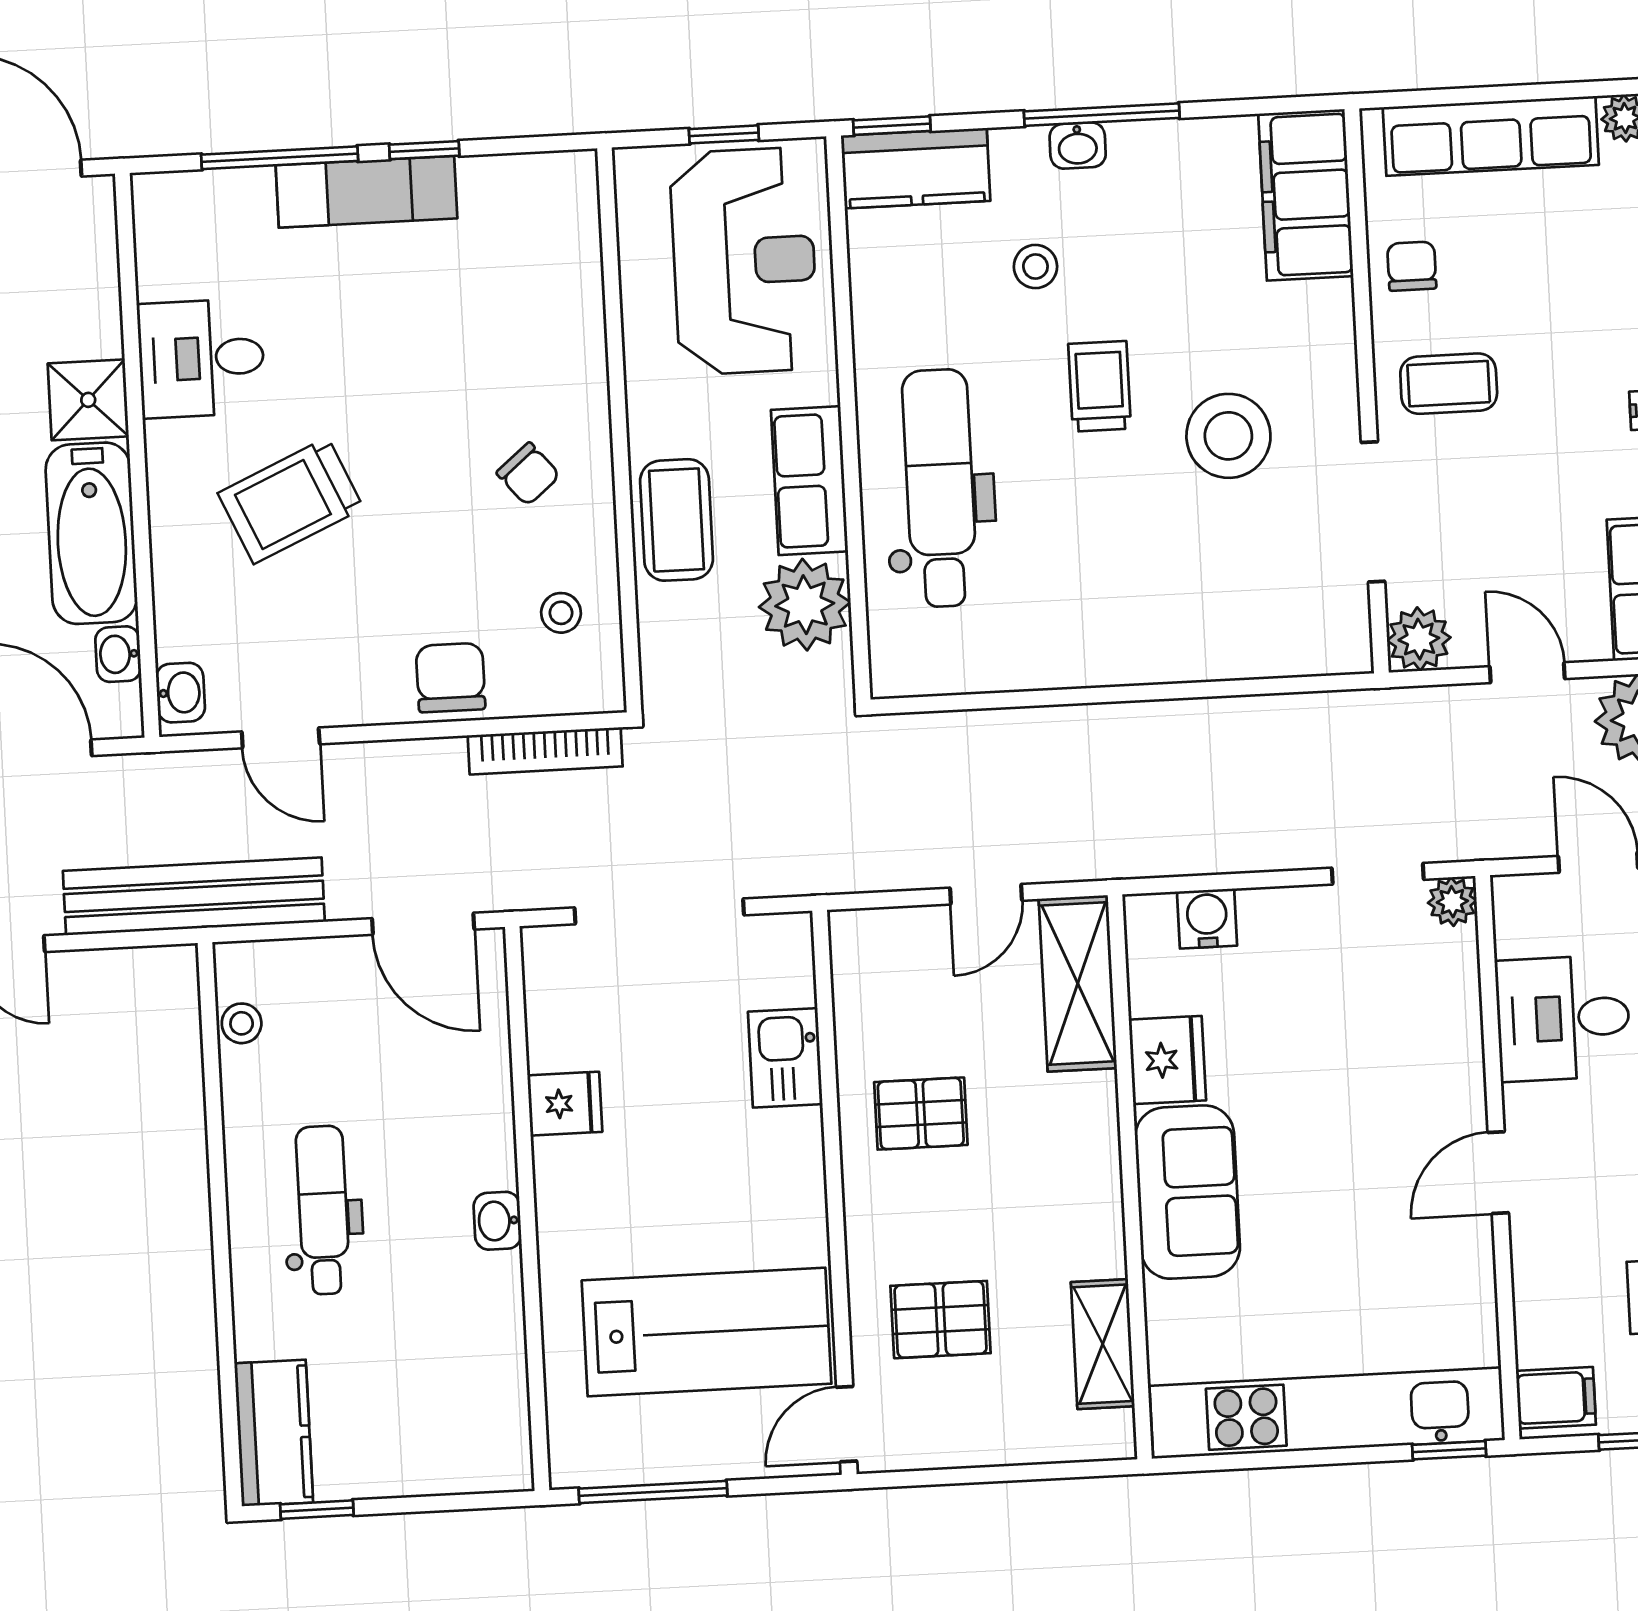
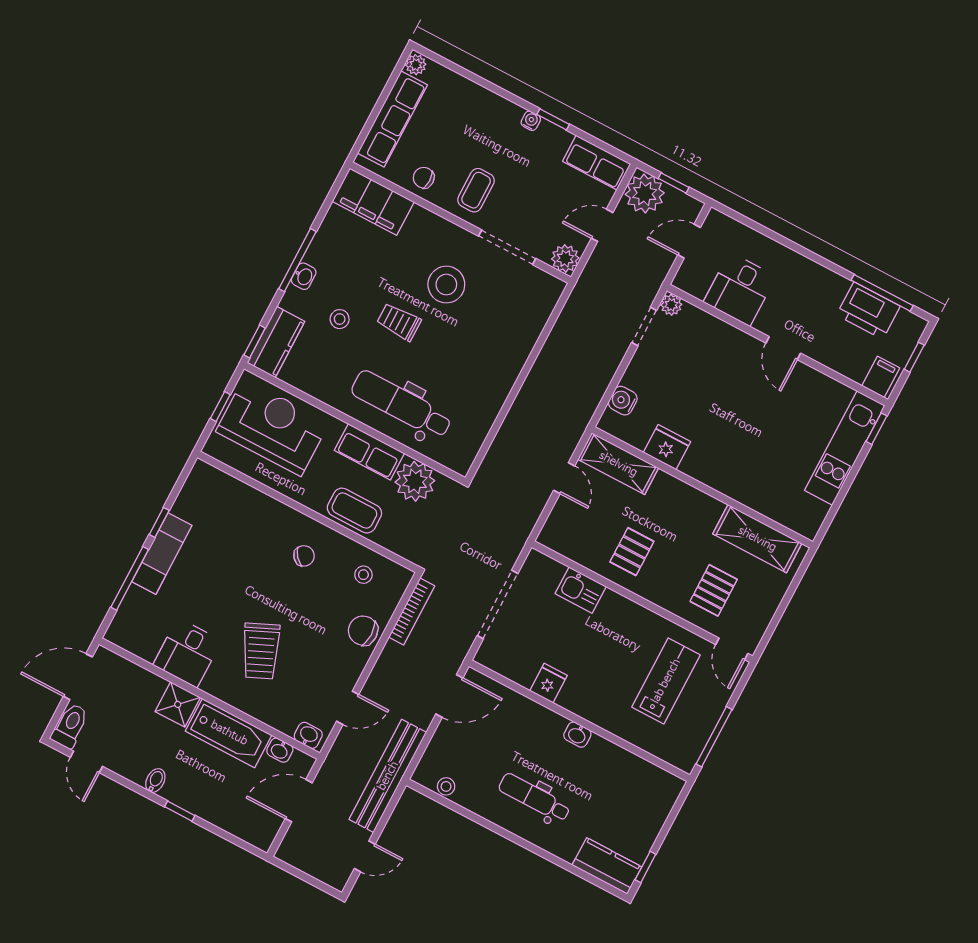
sofa: (1187, 1192) -> (721, 469), removed
lab bench: (707, 1332) -> (666, 681), width x0.73, depth x0.72
shelving: (1103, 1344) -> (757, 539), width x1.50, depth x1.33
kitchen unit: (1327, 1413) -> (845, 448), width x0.73

